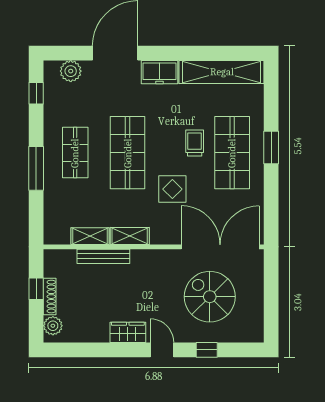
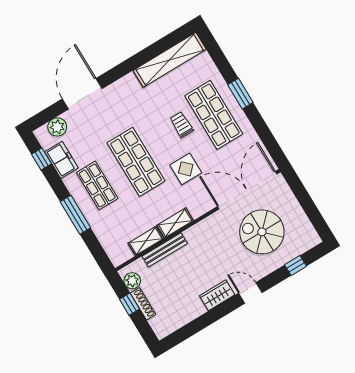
freezer: (160, 72) -> (61, 160), moved, turned -90
plant: (53, 326) -> (132, 281), moved
window: (207, 350) -> (296, 265), moved

